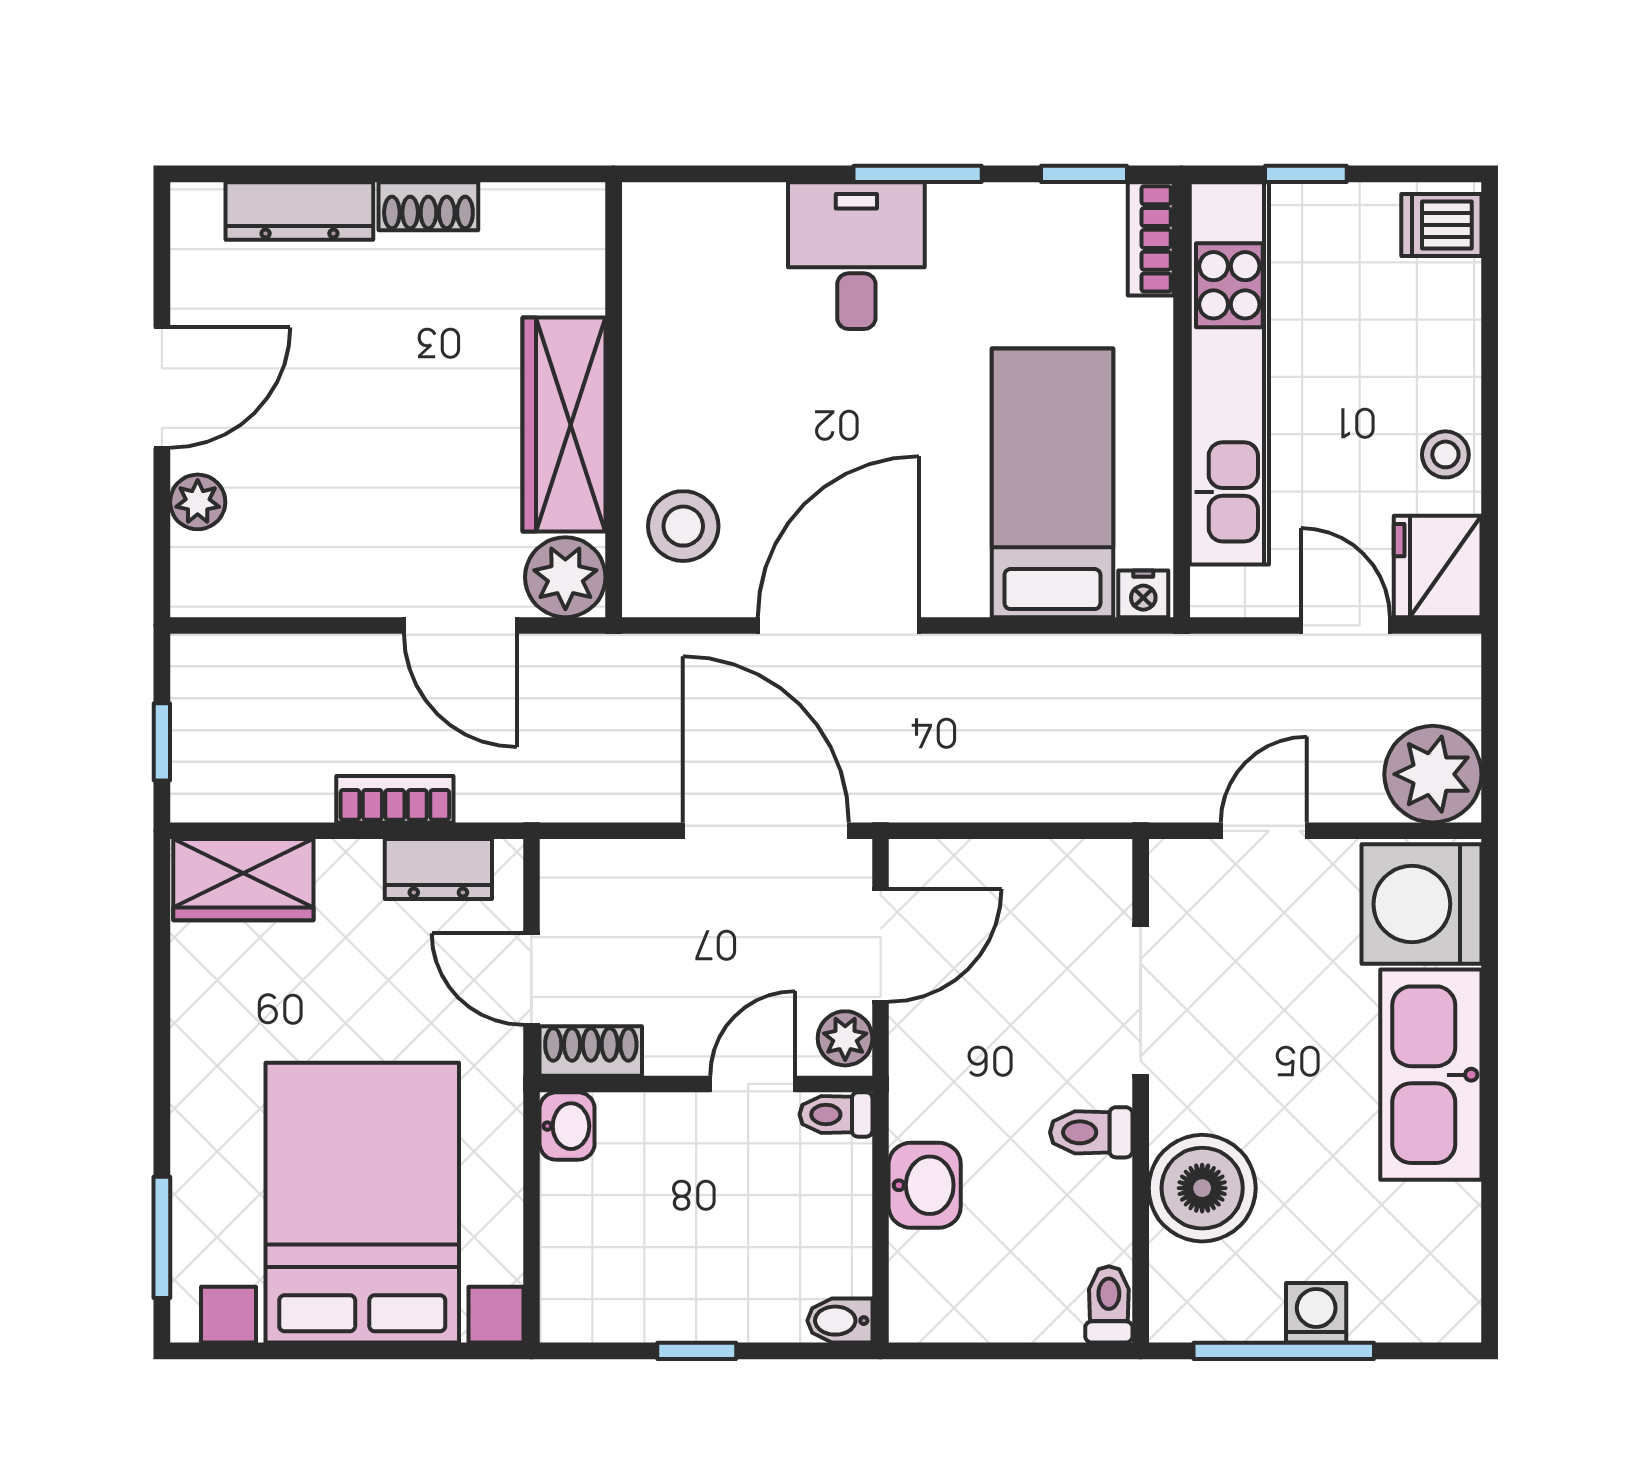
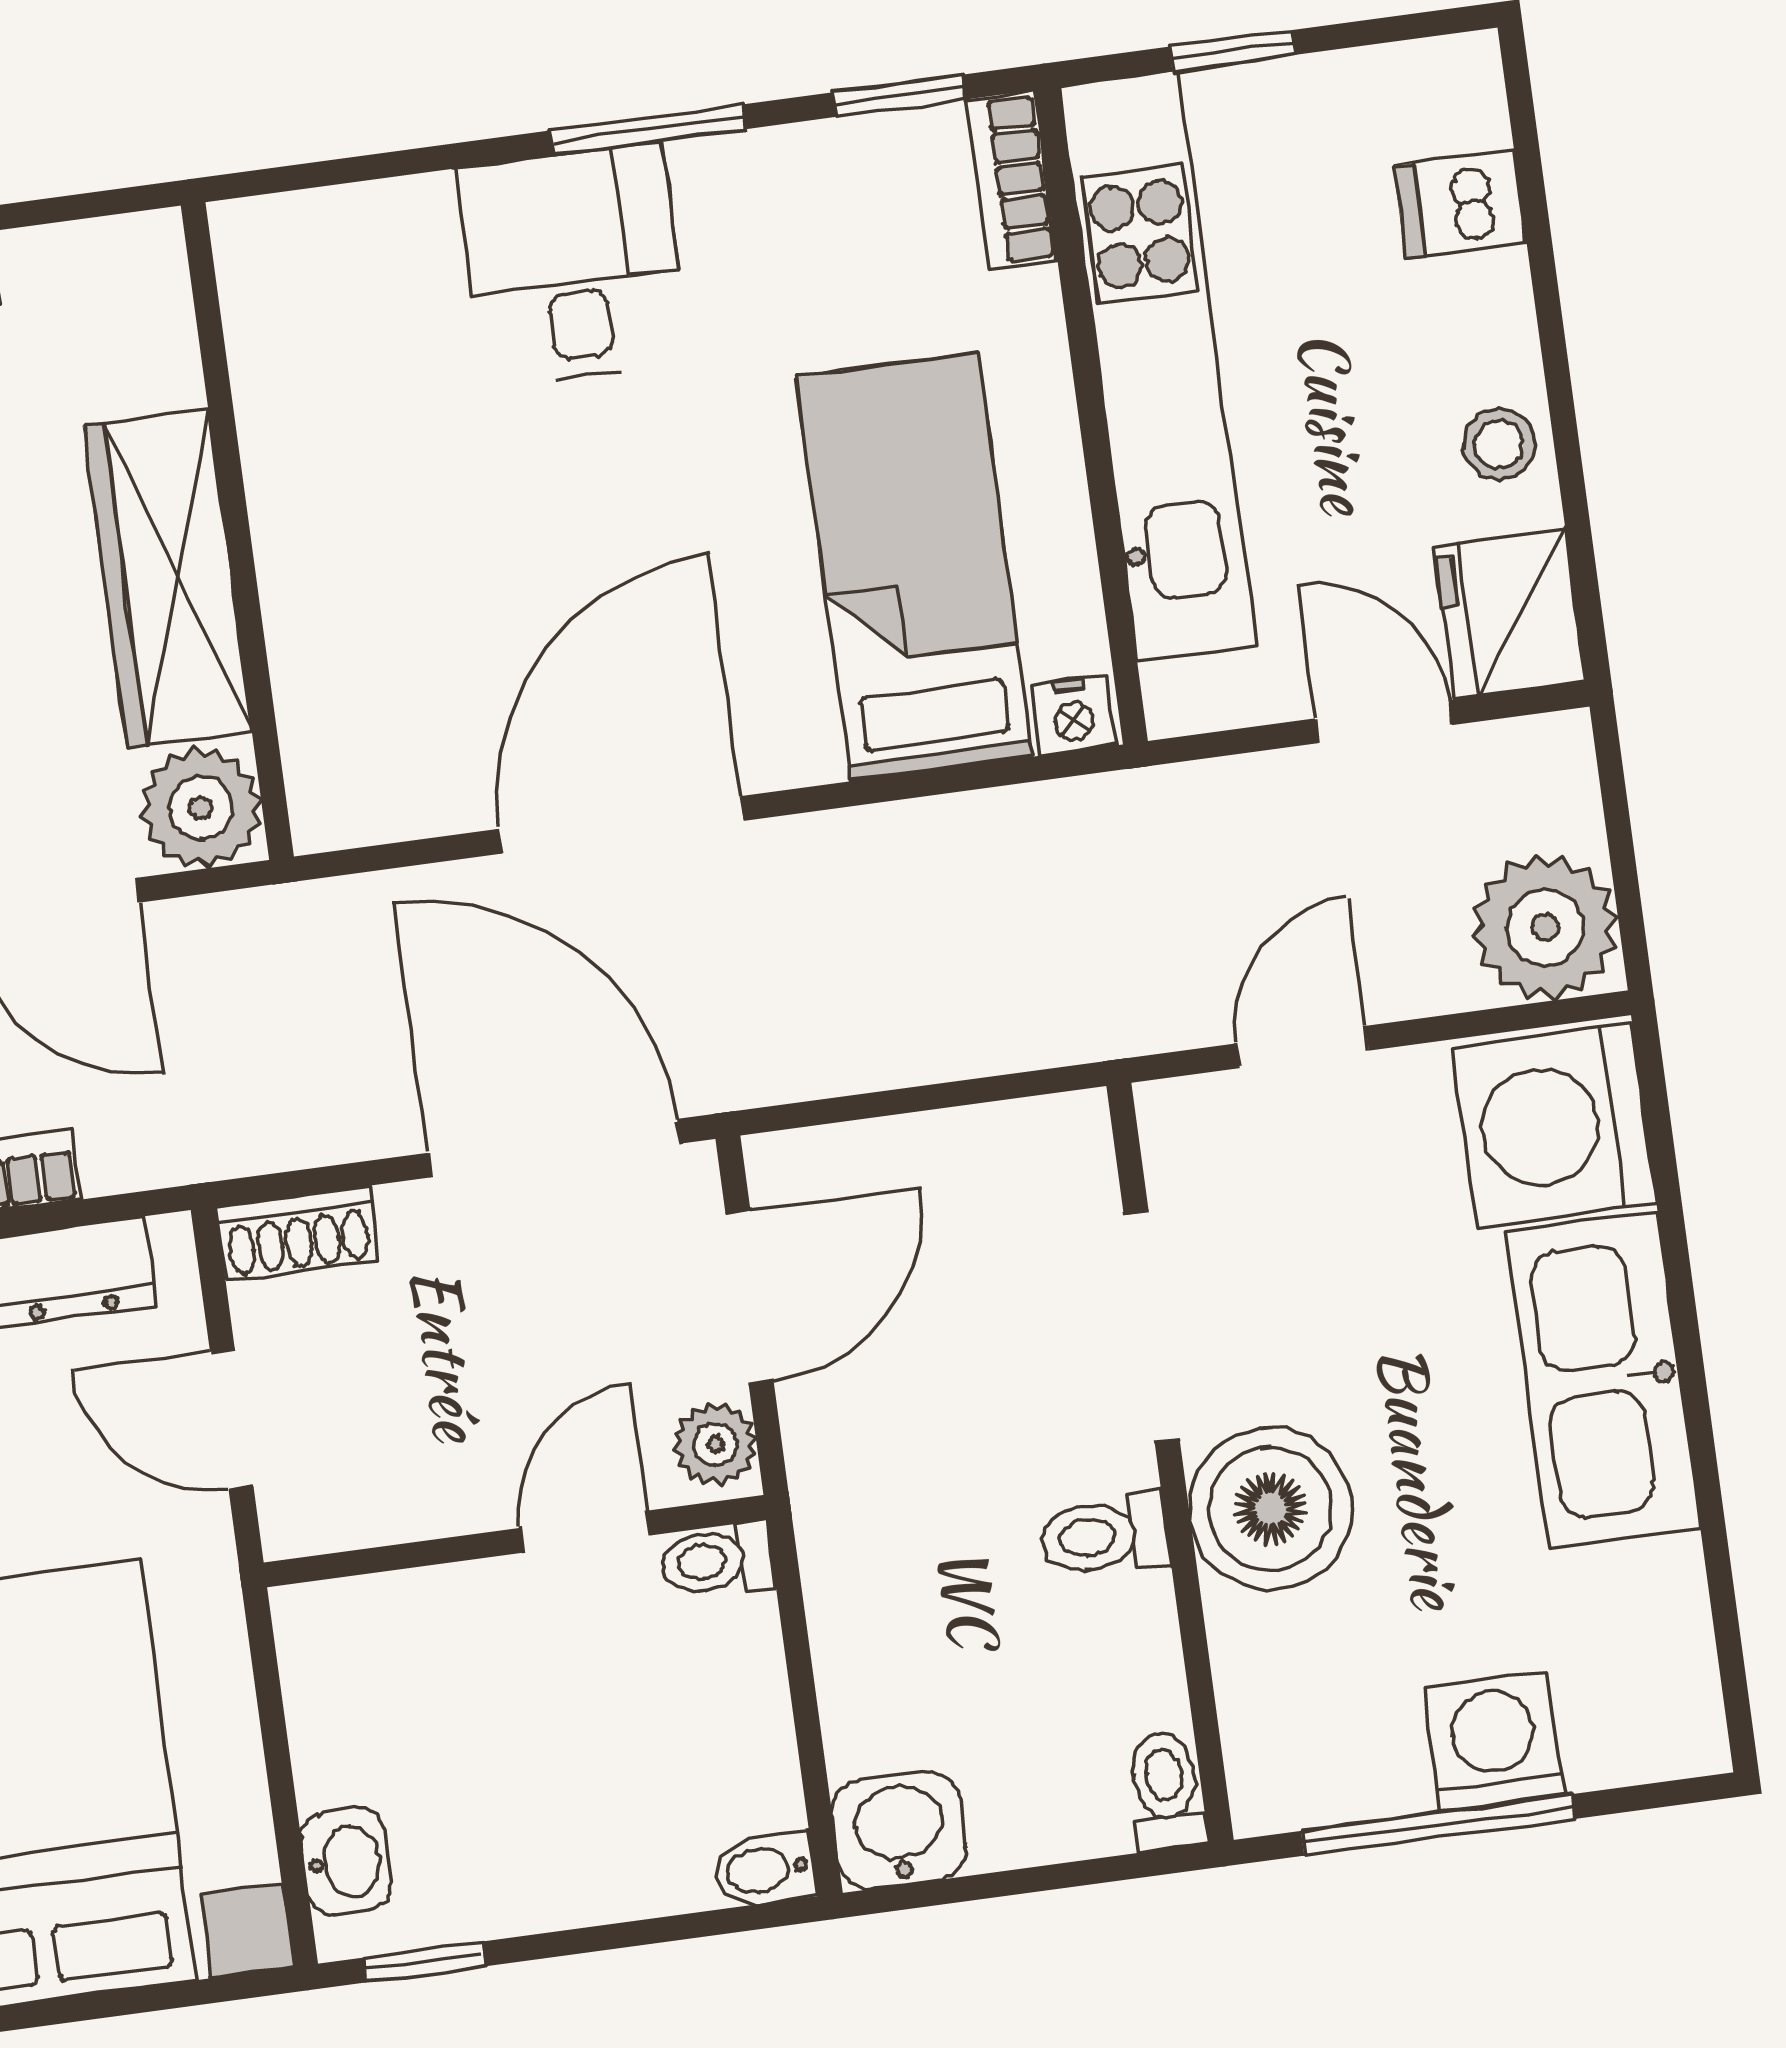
dishwasher: (1441, 225) -> (1460, 204), moved
stool: (683, 526) -> (368, 707), removed
shoe rack: (591, 1051) -> (297, 1233), moved, turned 180
washbasin: (567, 1126) -> (346, 1862), moved
washbasin: (925, 1185) -> (899, 1830), moved, turned -90
boiler: (1202, 1188) -> (1271, 1509), moved
washing machine: (1316, 1313) -> (1494, 1742), width x1.38, depth x1.38
window: (697, 1351) -> (424, 1962), moved

